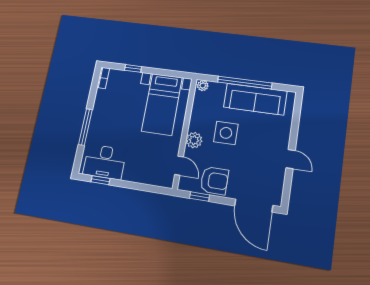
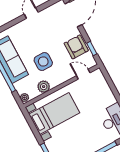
plant: (194, 140) -> (44, 87), moved
door: (179, 166) -> (83, 74), hinge flipped

